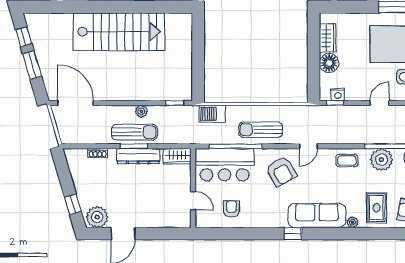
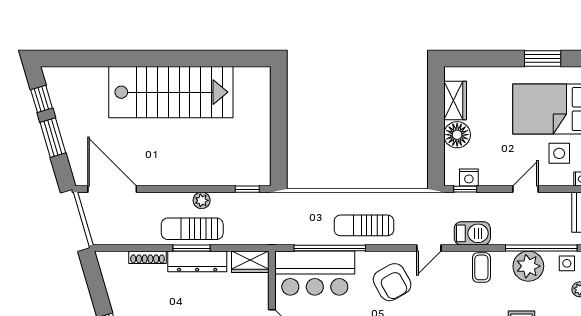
barbecue: (212, 114) -> (472, 233), moved, turned 180
sun lounger: (134, 132) -> (192, 229), turned 180
shoe rack: (98, 153) -> (148, 257), width x1.43
coffee table: (347, 161) -> (481, 267), turned 90

